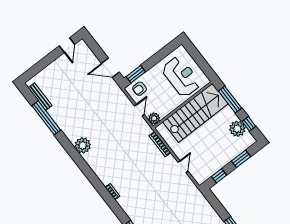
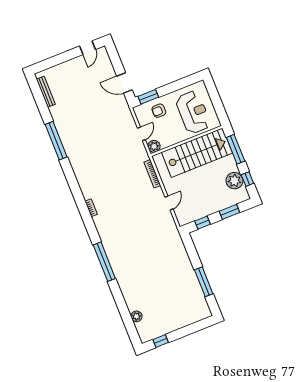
armchair: (139, 89) -> (159, 111), moved
window: (46, 118) -> (56, 141), moved
plant: (83, 145) -> (75, 153), removed

